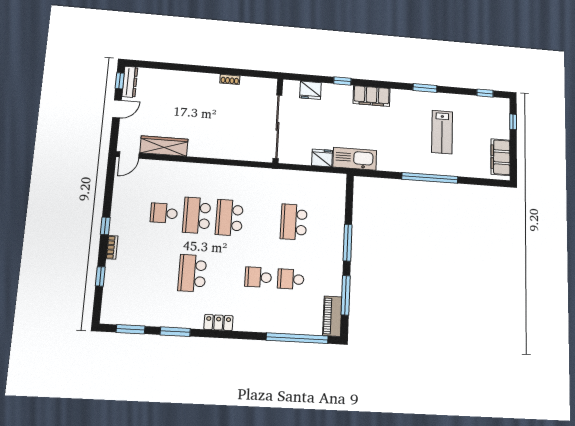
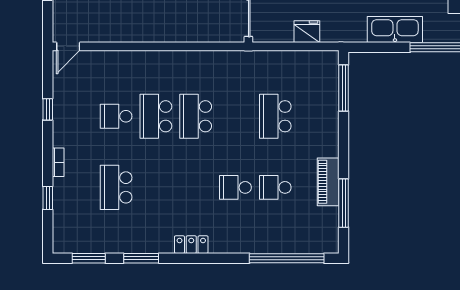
wardrobe: (164, 146) -> (109, 32), removed
kitchen sink: (355, 159) -> (395, 30), moved
window: (105, 226) -> (48, 109), moved
window: (348, 243) -> (344, 88), moved
school desk: (192, 273) -> (116, 187), moved
piano: (332, 316) -> (328, 182), moved

